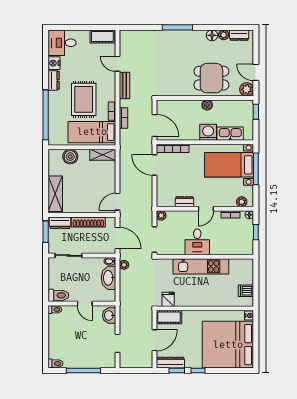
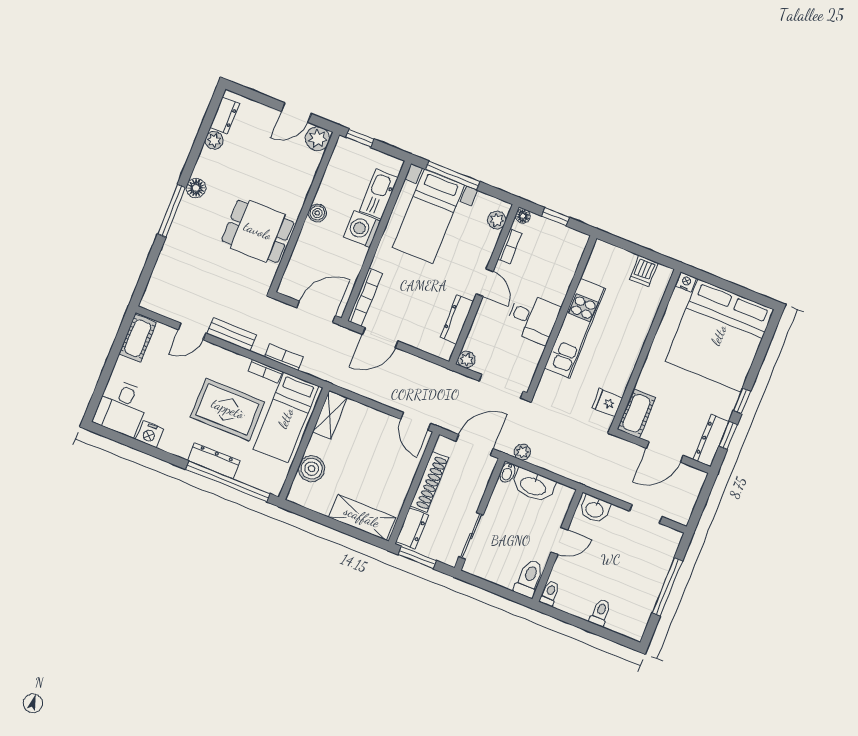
floor lamp: (212, 35) -> (196, 188), moved
dining table: (211, 78) -> (258, 231), moved, turned 90
dresser: (54, 80) -> (214, 461), moved, width x1.44
dresser: (185, 202) -> (457, 319), width x1.44
door: (154, 340) -> (665, 452), swing flipped
toilet: (55, 363) -> (600, 612), moved

